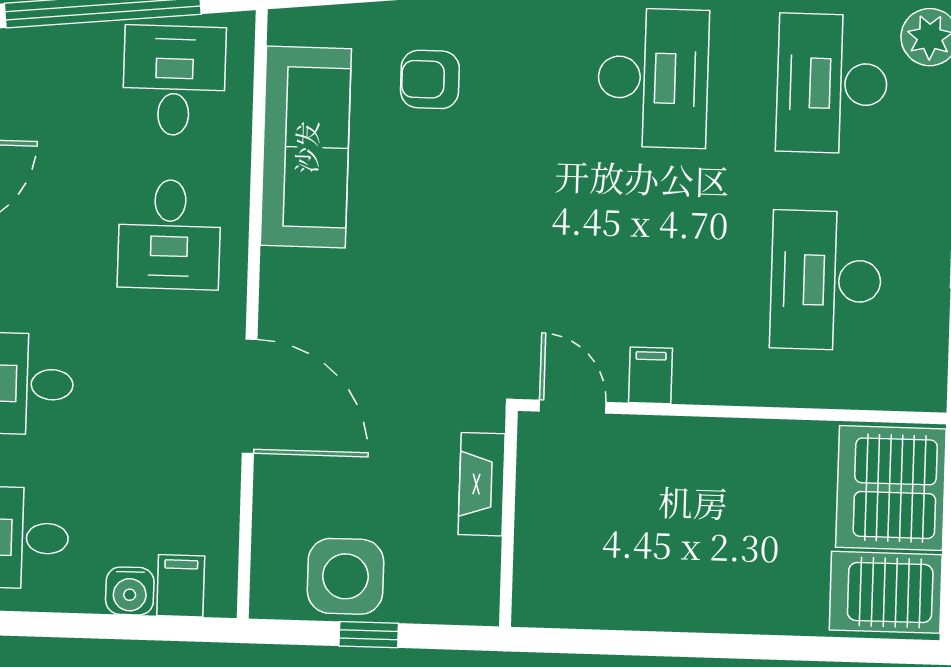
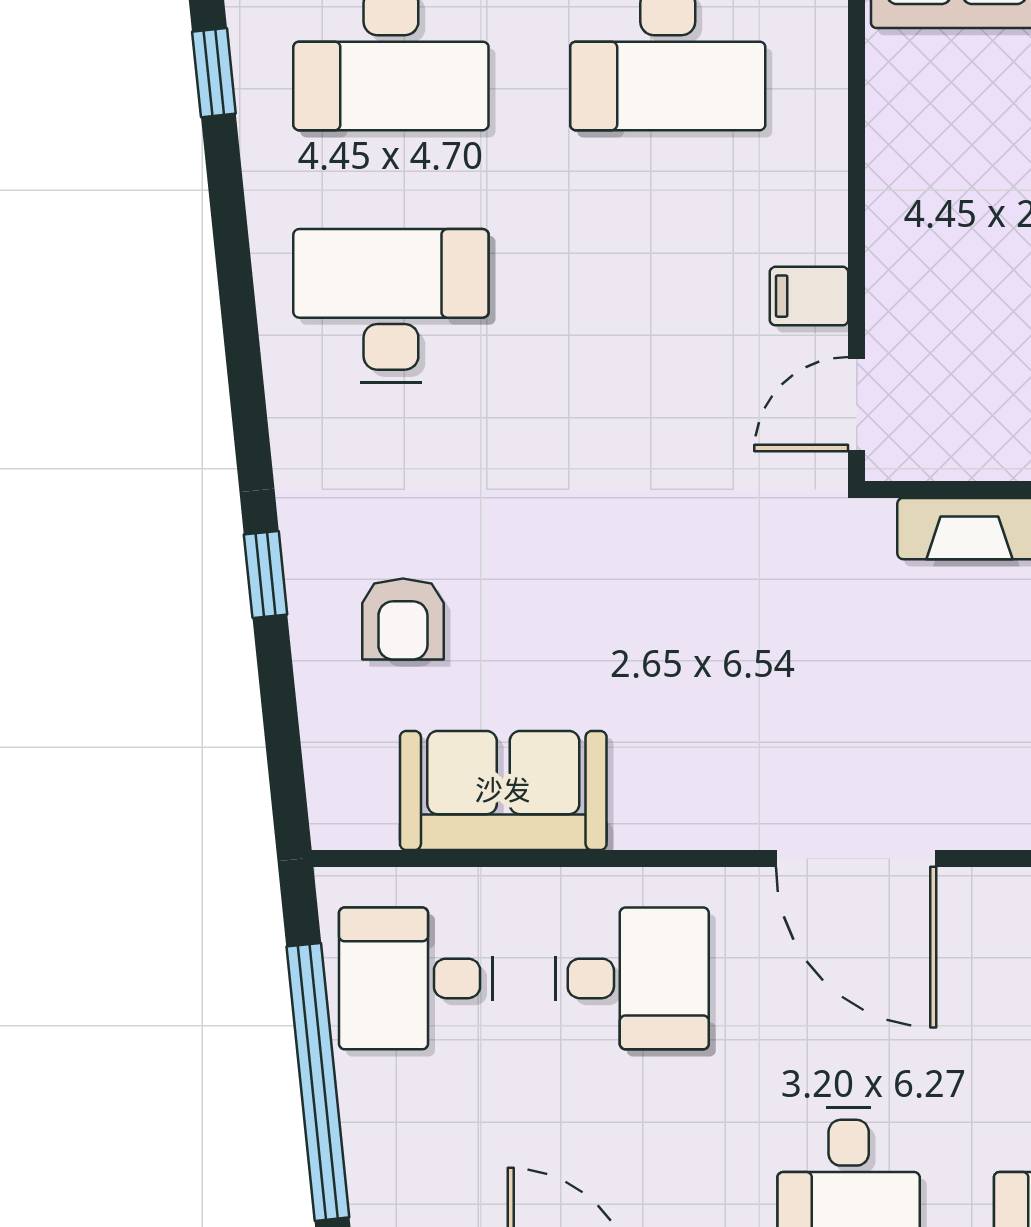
sofa: (306, 147) -> (503, 790), width x0.73
door: (250, 396) -> (856, 858), swing flipped

